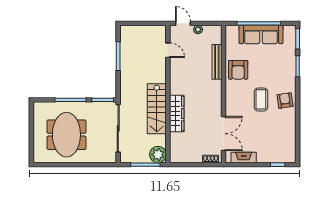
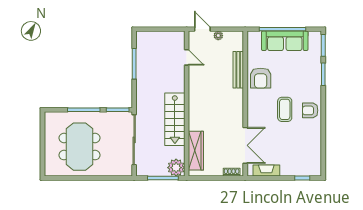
armchair: (285, 101) -> (310, 110), turned -82
wardrobe: (177, 113) -> (196, 151), moved

